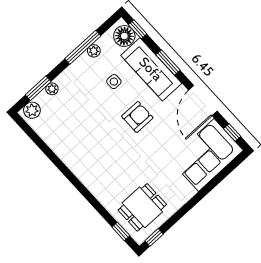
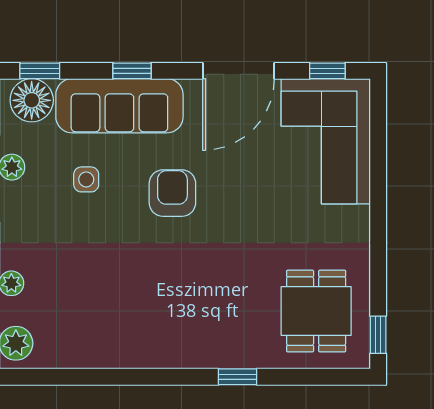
window: (168, 62) -> (132, 71), width x0.67
door: (203, 101) -> (239, 71), hinge flipped
window: (121, 231) -> (237, 377), moved

